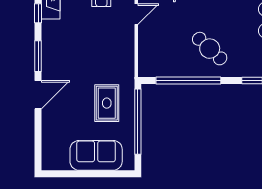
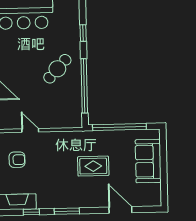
door: (38, 95) -> (120, 210), moved
rug: (107, 103) -> (93, 166), moved

